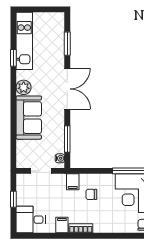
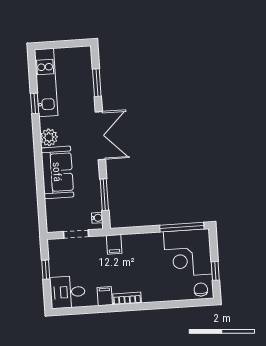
chair: (91, 194) -> (137, 258), removed

